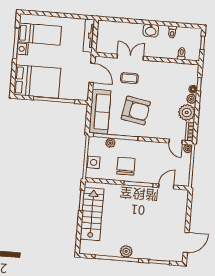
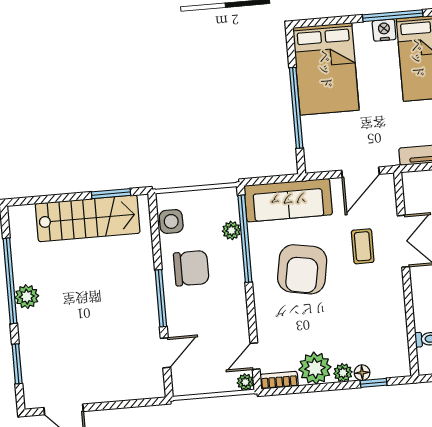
side table: (94, 162) -> (171, 221), moved
door: (166, 186) -> (166, 353), hinge flipped

